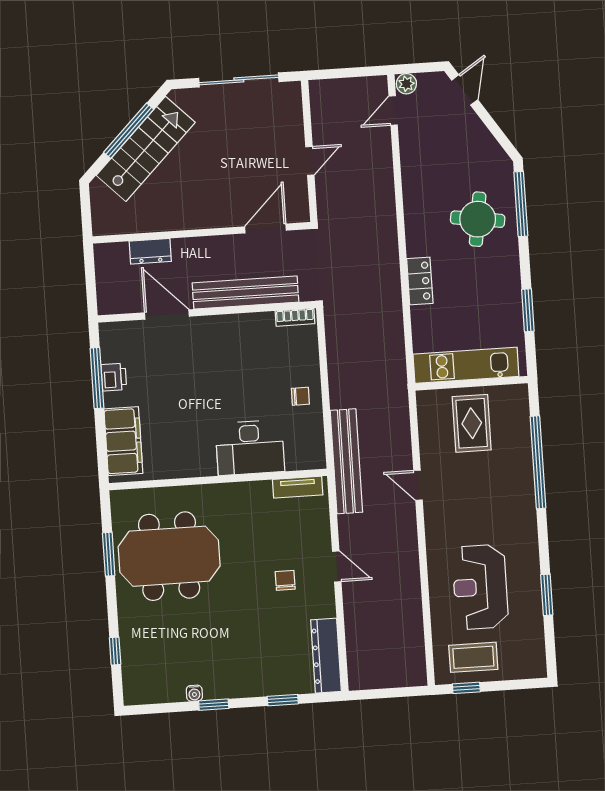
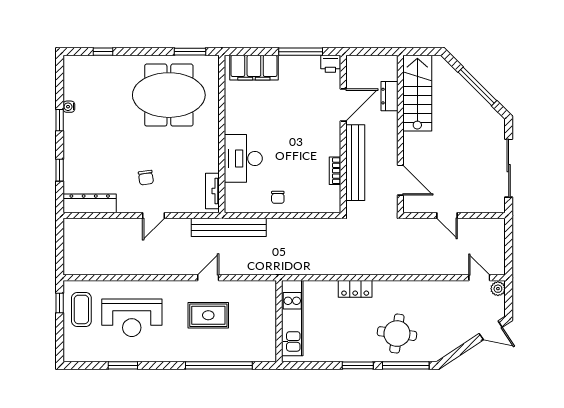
stairs: (146, 149) -> (417, 93), moved, turned -135
window: (528, 310) -> (358, 365), moved
bookcase: (295, 317) -> (335, 171), moved
printer: (114, 377) -> (330, 64), moved
rug: (472, 423) -> (208, 315), moved
window: (109, 554) -> (190, 52), moved
meeting table: (169, 556) -> (169, 95), turned 90
chair: (285, 580) -> (146, 178), turned 82
reception desk: (480, 587) -> (132, 318), turned 180

